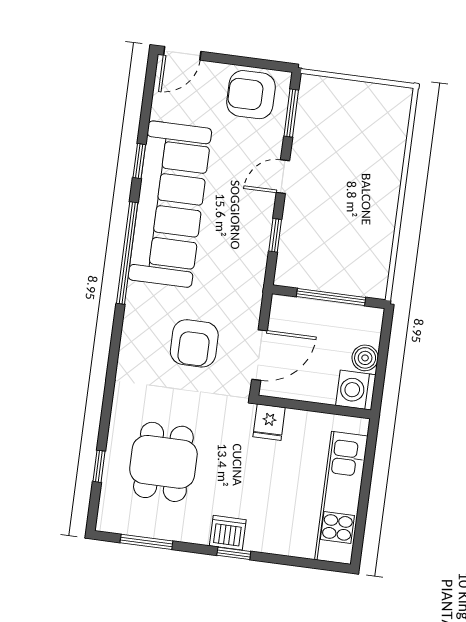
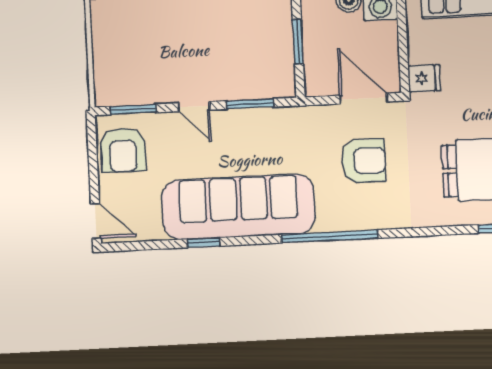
window: (275, 235) -> (250, 104), width x1.50
window: (127, 253) -> (330, 236), moved
window: (331, 297) -> (298, 42), width x0.69

